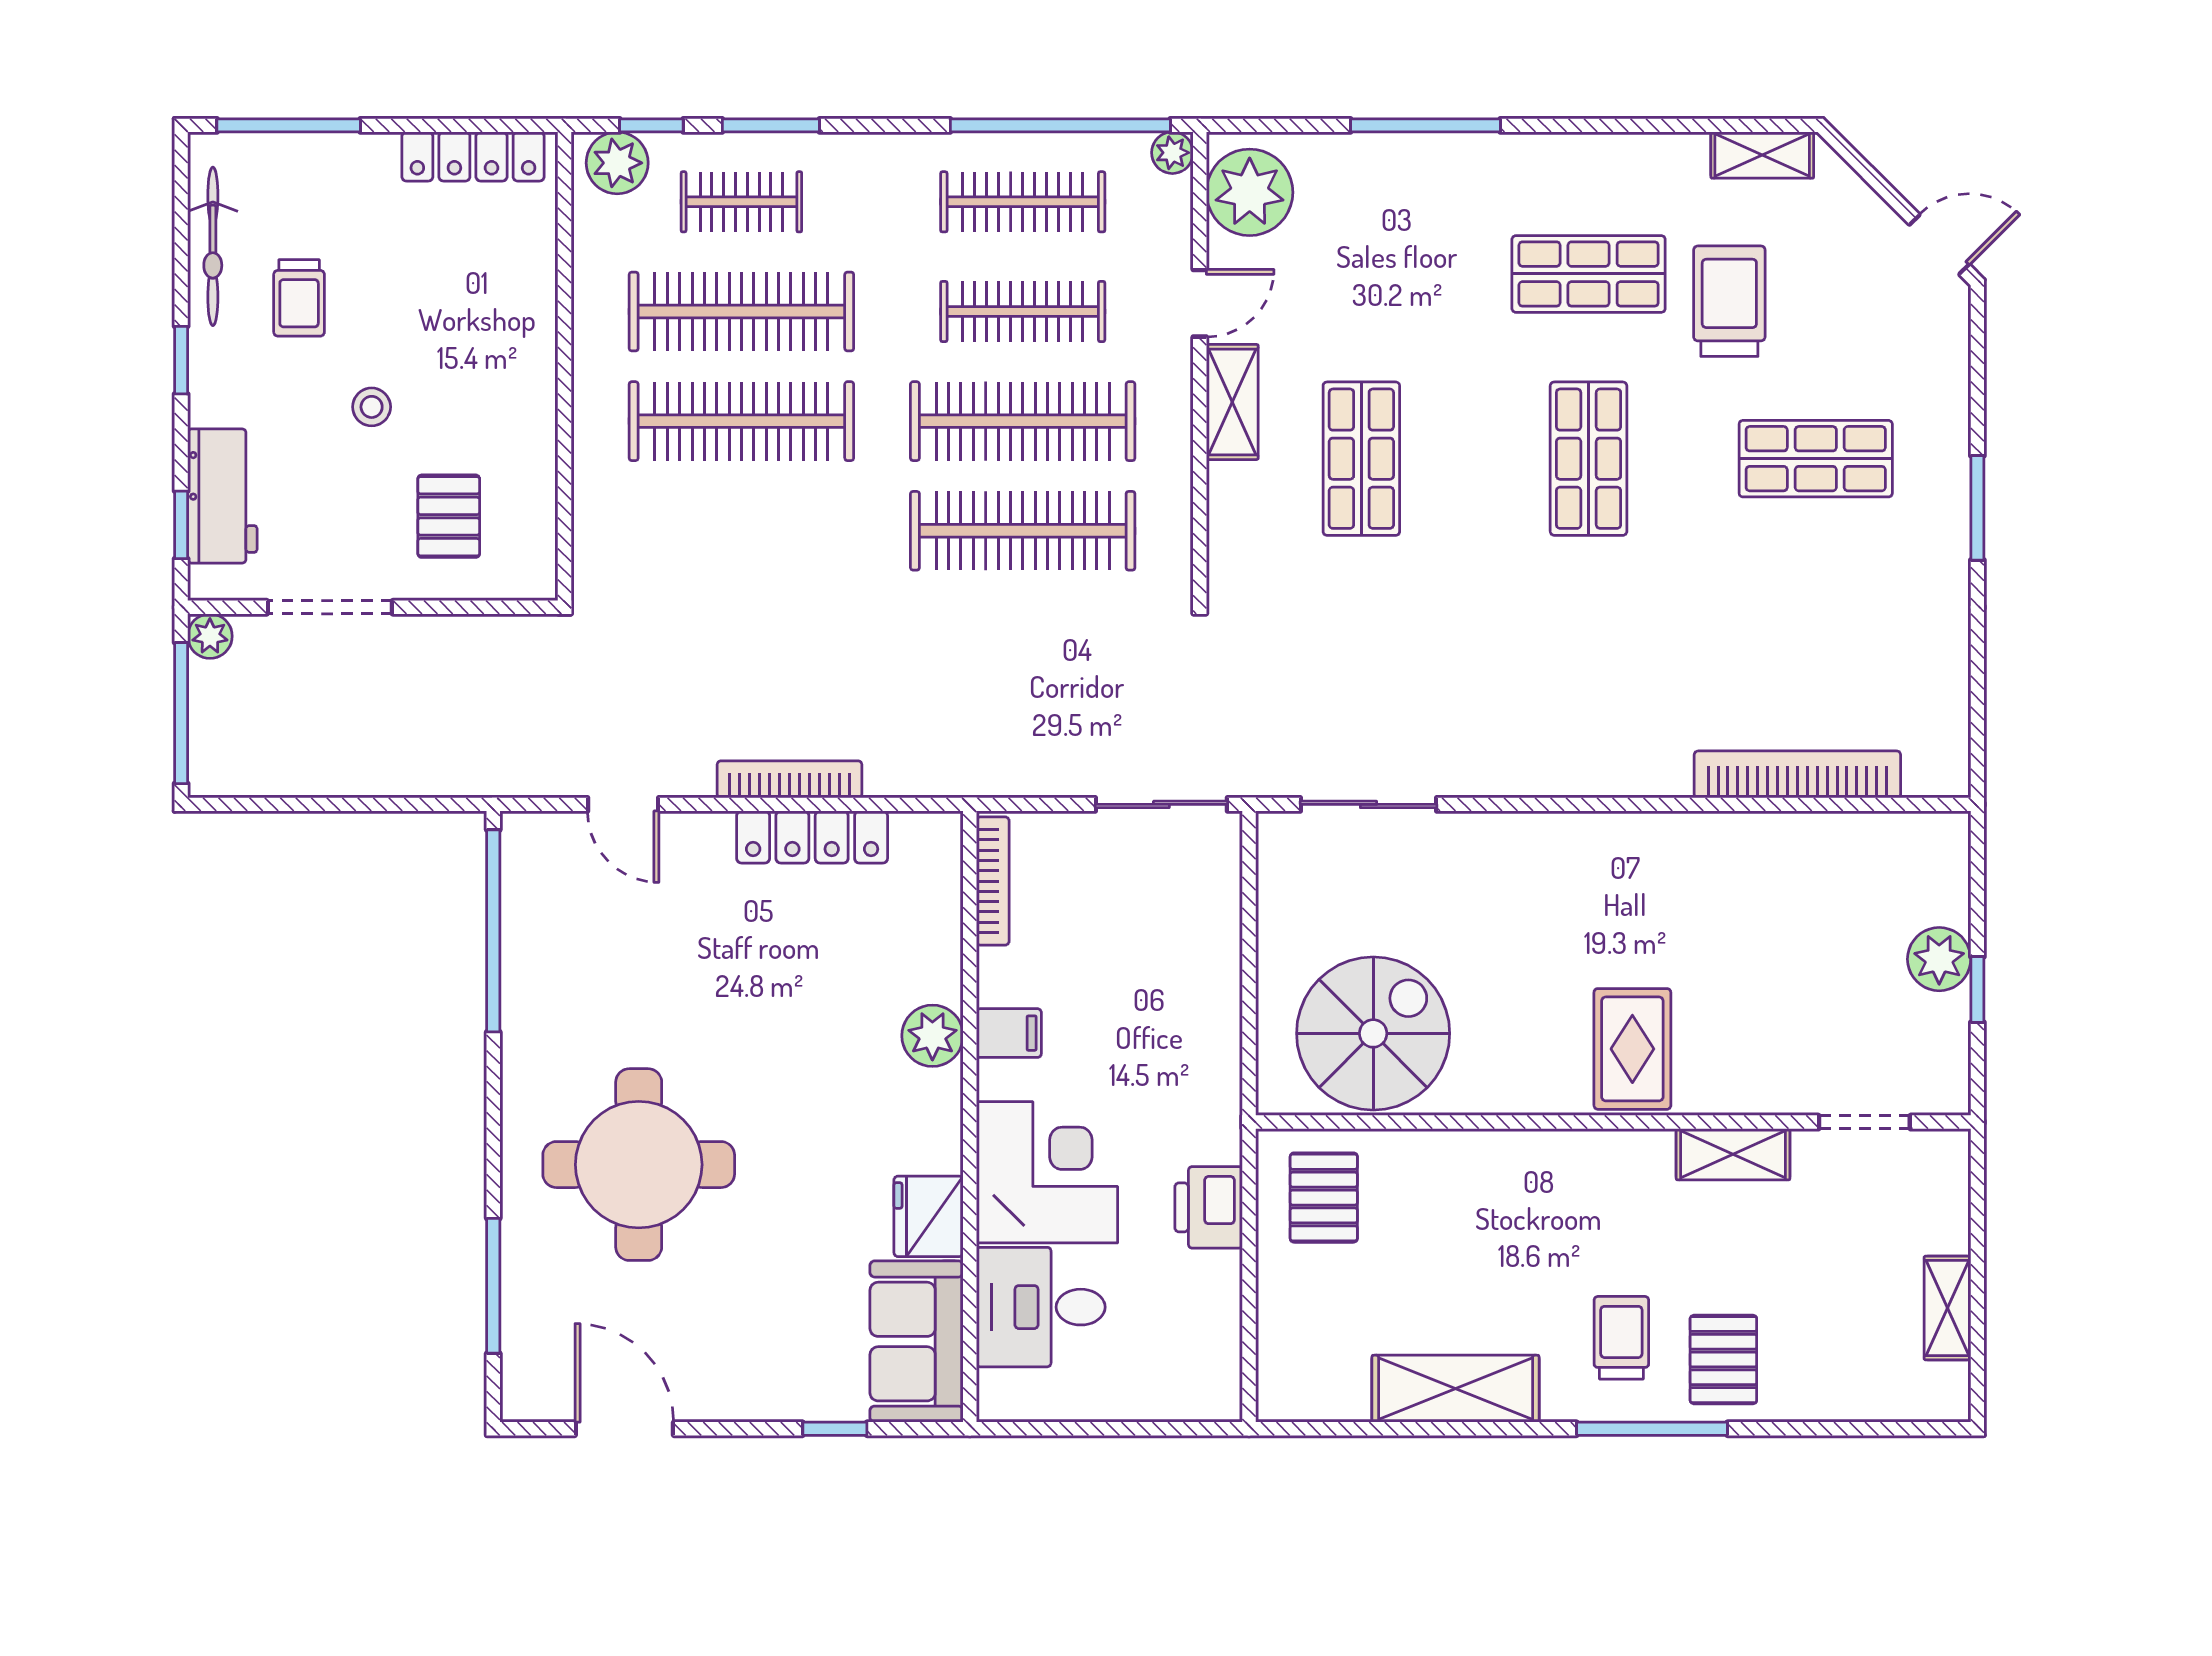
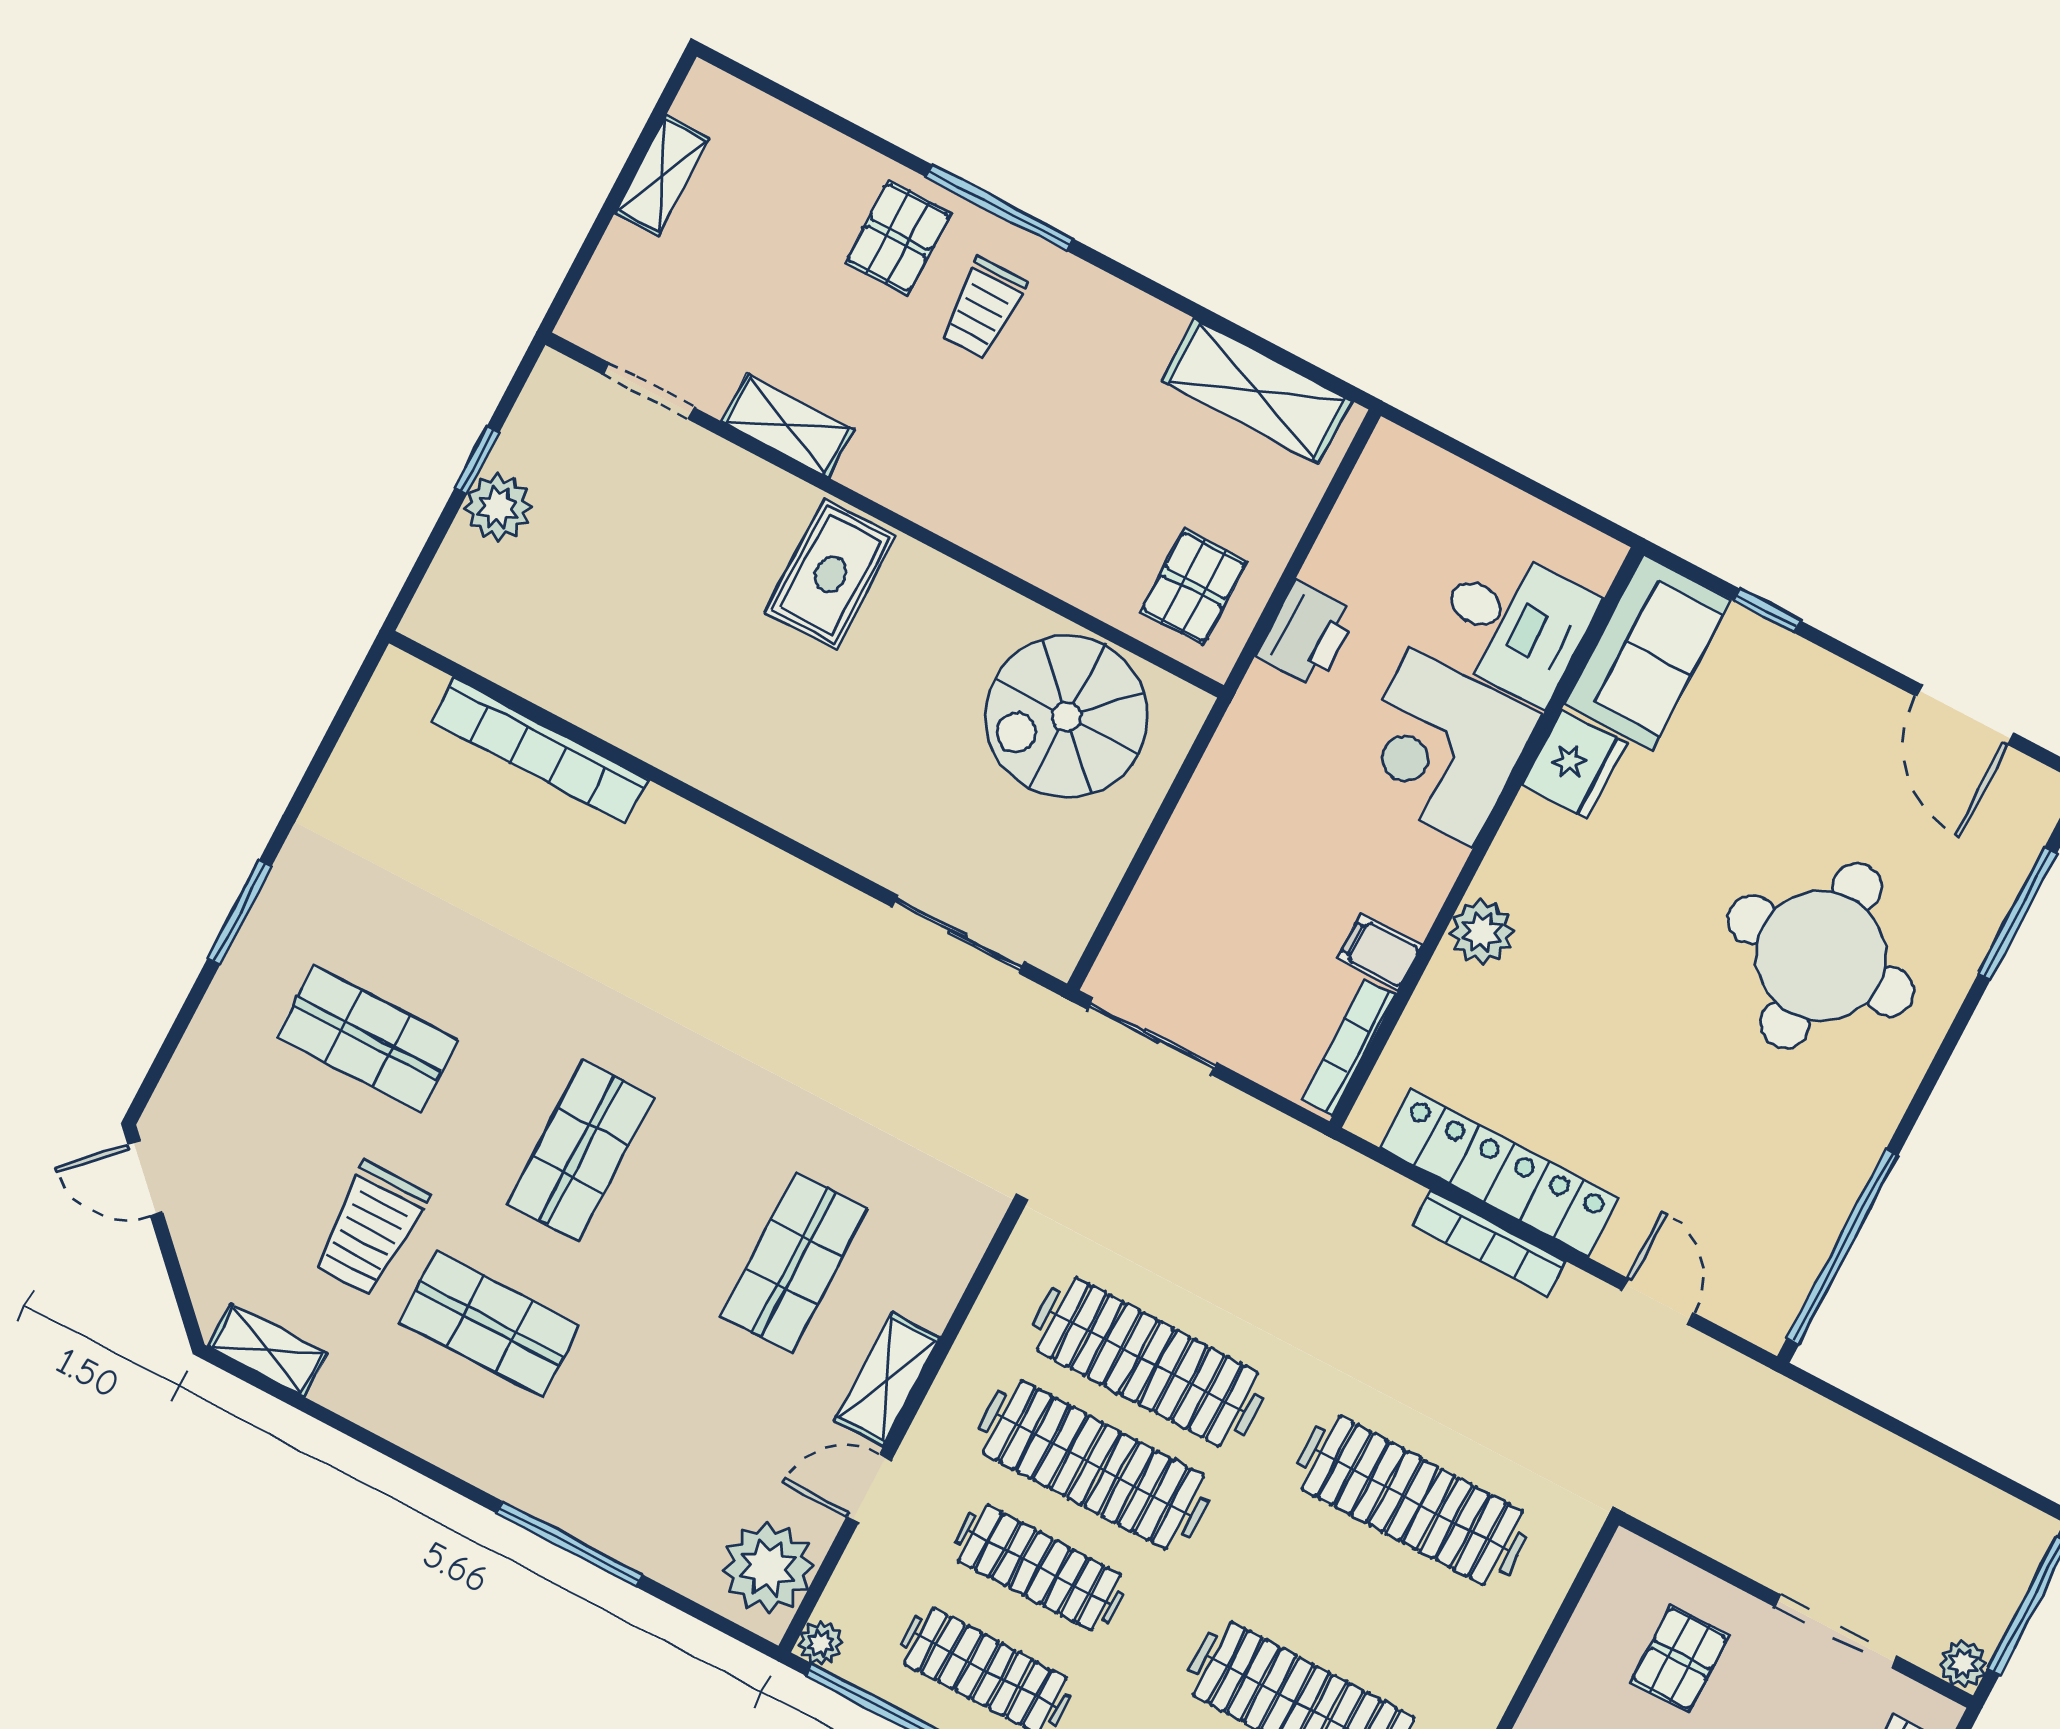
clothes rail: (741, 421) -> (1412, 1500), moved
locker: (812, 837) -> (1499, 1173), width x1.41, depth x1.21
filing cabinet: (1009, 1033) -> (1379, 952), moved
shelving: (1456, 1389) -> (1256, 391), moved

